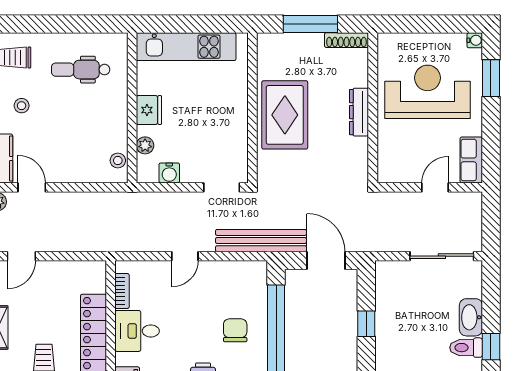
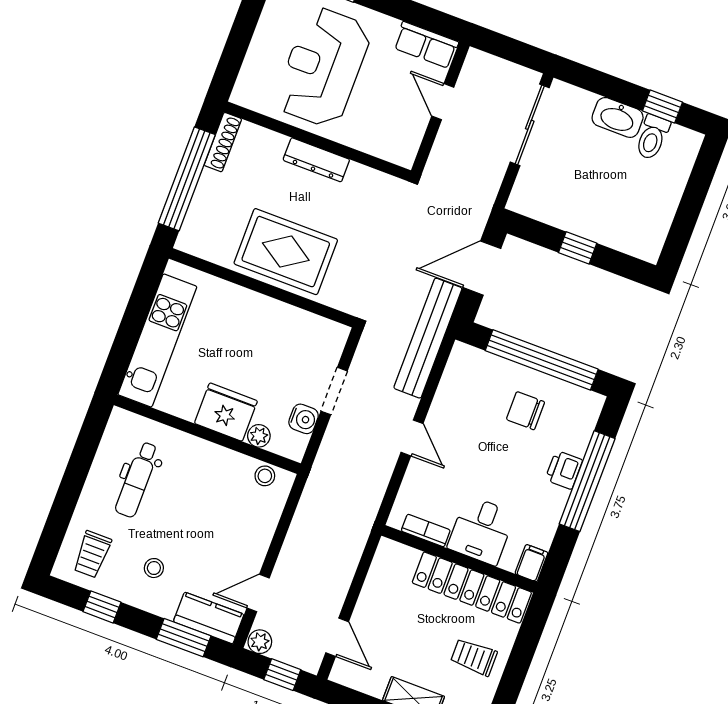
window: (310, 24) -> (187, 179), width x1.46
fridge: (149, 110) -> (226, 412), width x1.36, depth x1.34
doorway: (222, 187) -> (334, 391), moved

